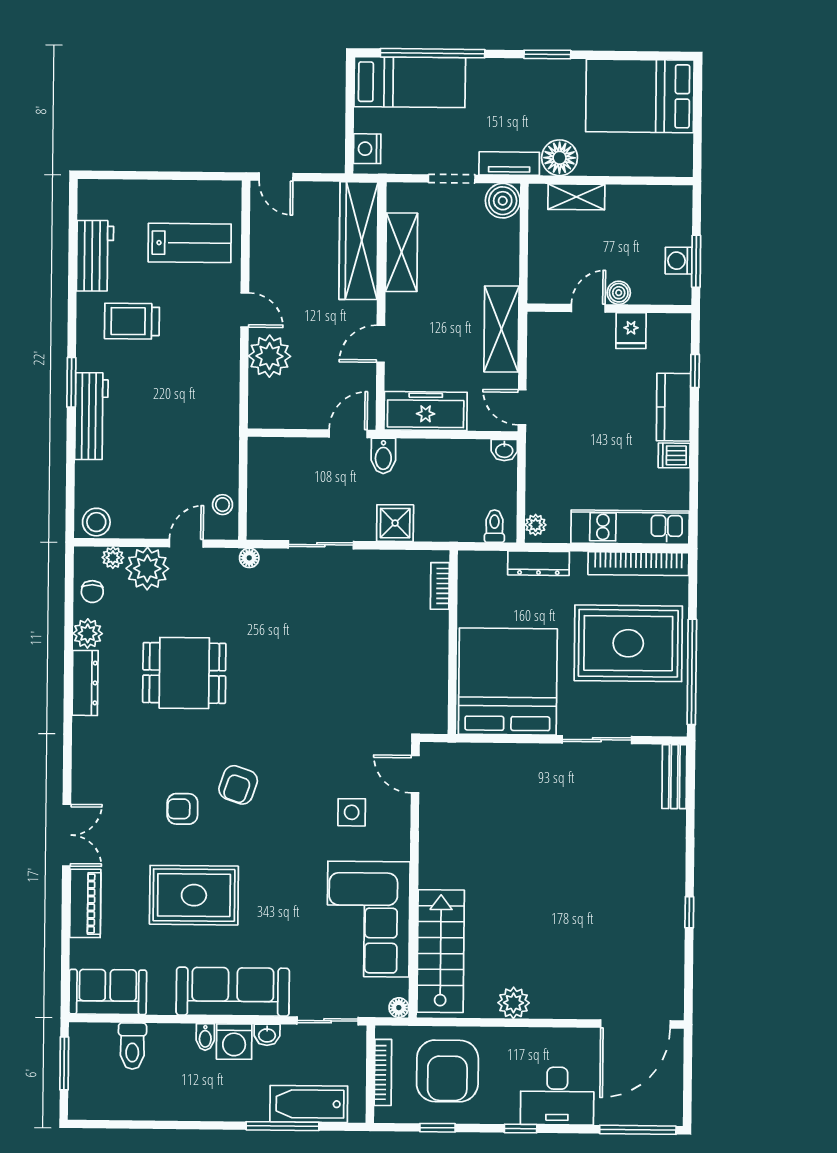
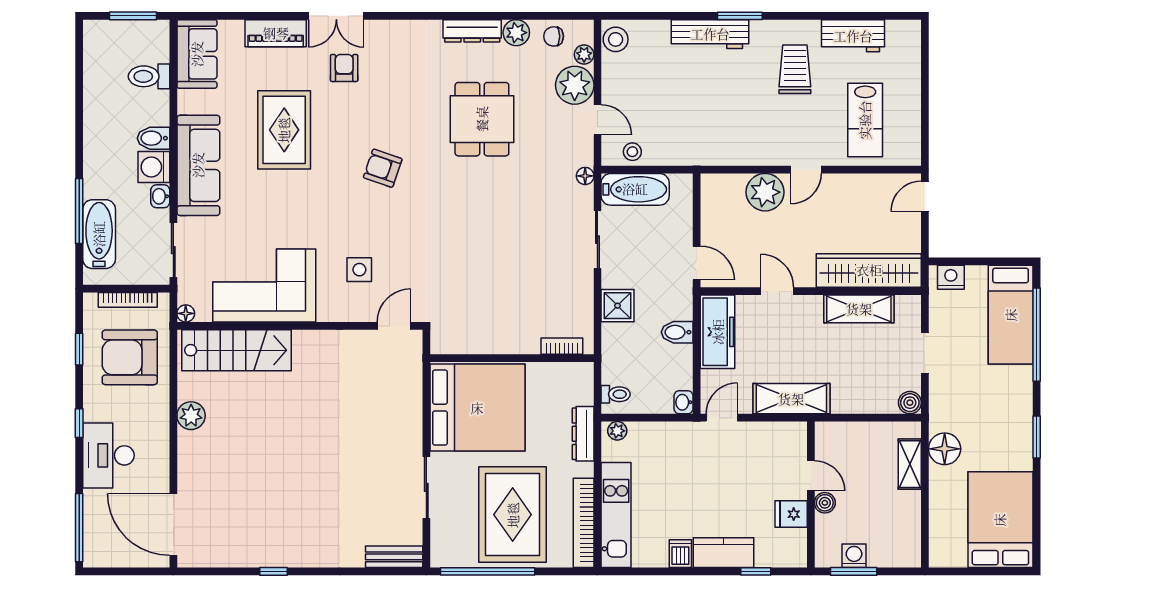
tv unit: (509, 164) -> (939, 404), removed
boiler: (503, 201) -> (910, 403), width x0.73, depth x0.73
bidet: (383, 456) -> (677, 332), moved
bathtub: (265, 502) -> (635, 189), added
armchair: (182, 809) -> (344, 68), moved
bidet: (205, 1037) -> (153, 138), width x1.38, depth x1.36

